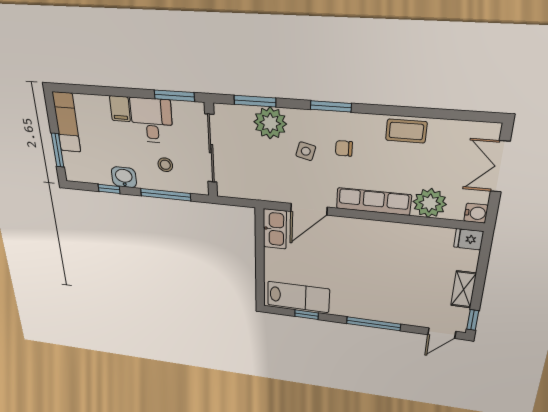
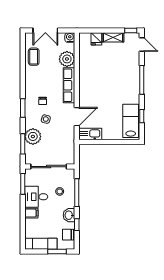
coffee table: (406, 131) -> (34, 57), moved
chair: (90, 172) -> (68, 235), added
door: (309, 209) -> (77, 117), hinge flipped
fridge: (469, 239) -> (96, 39), moved

